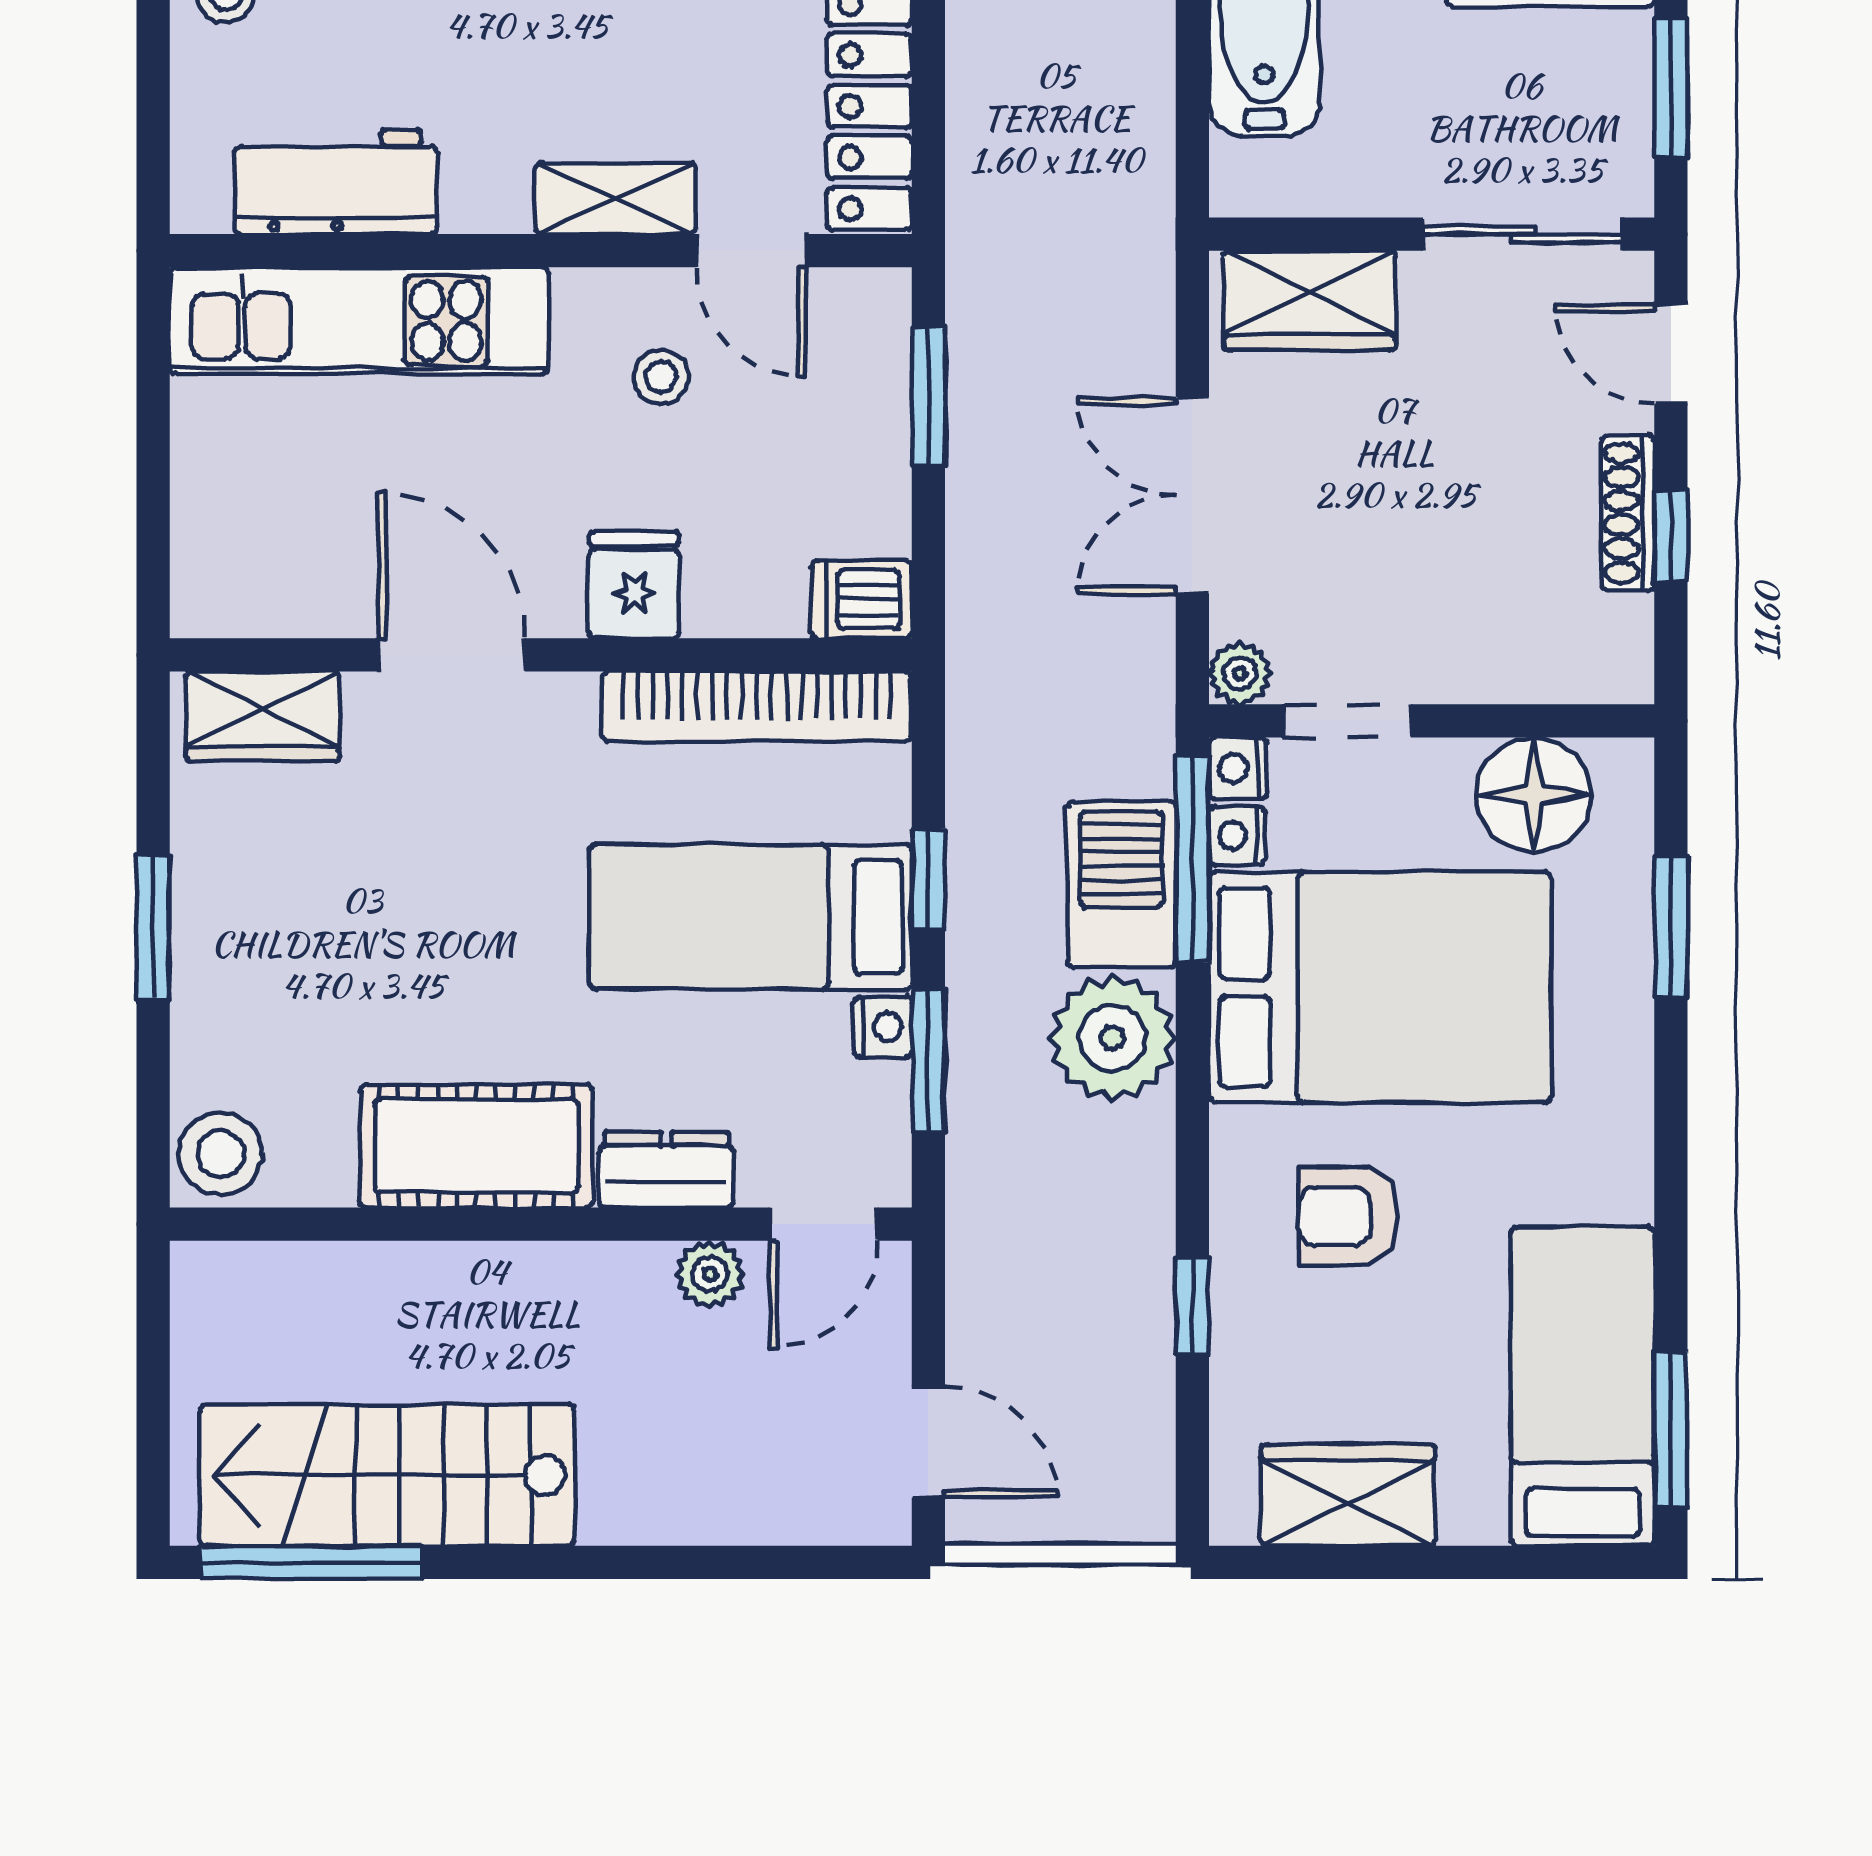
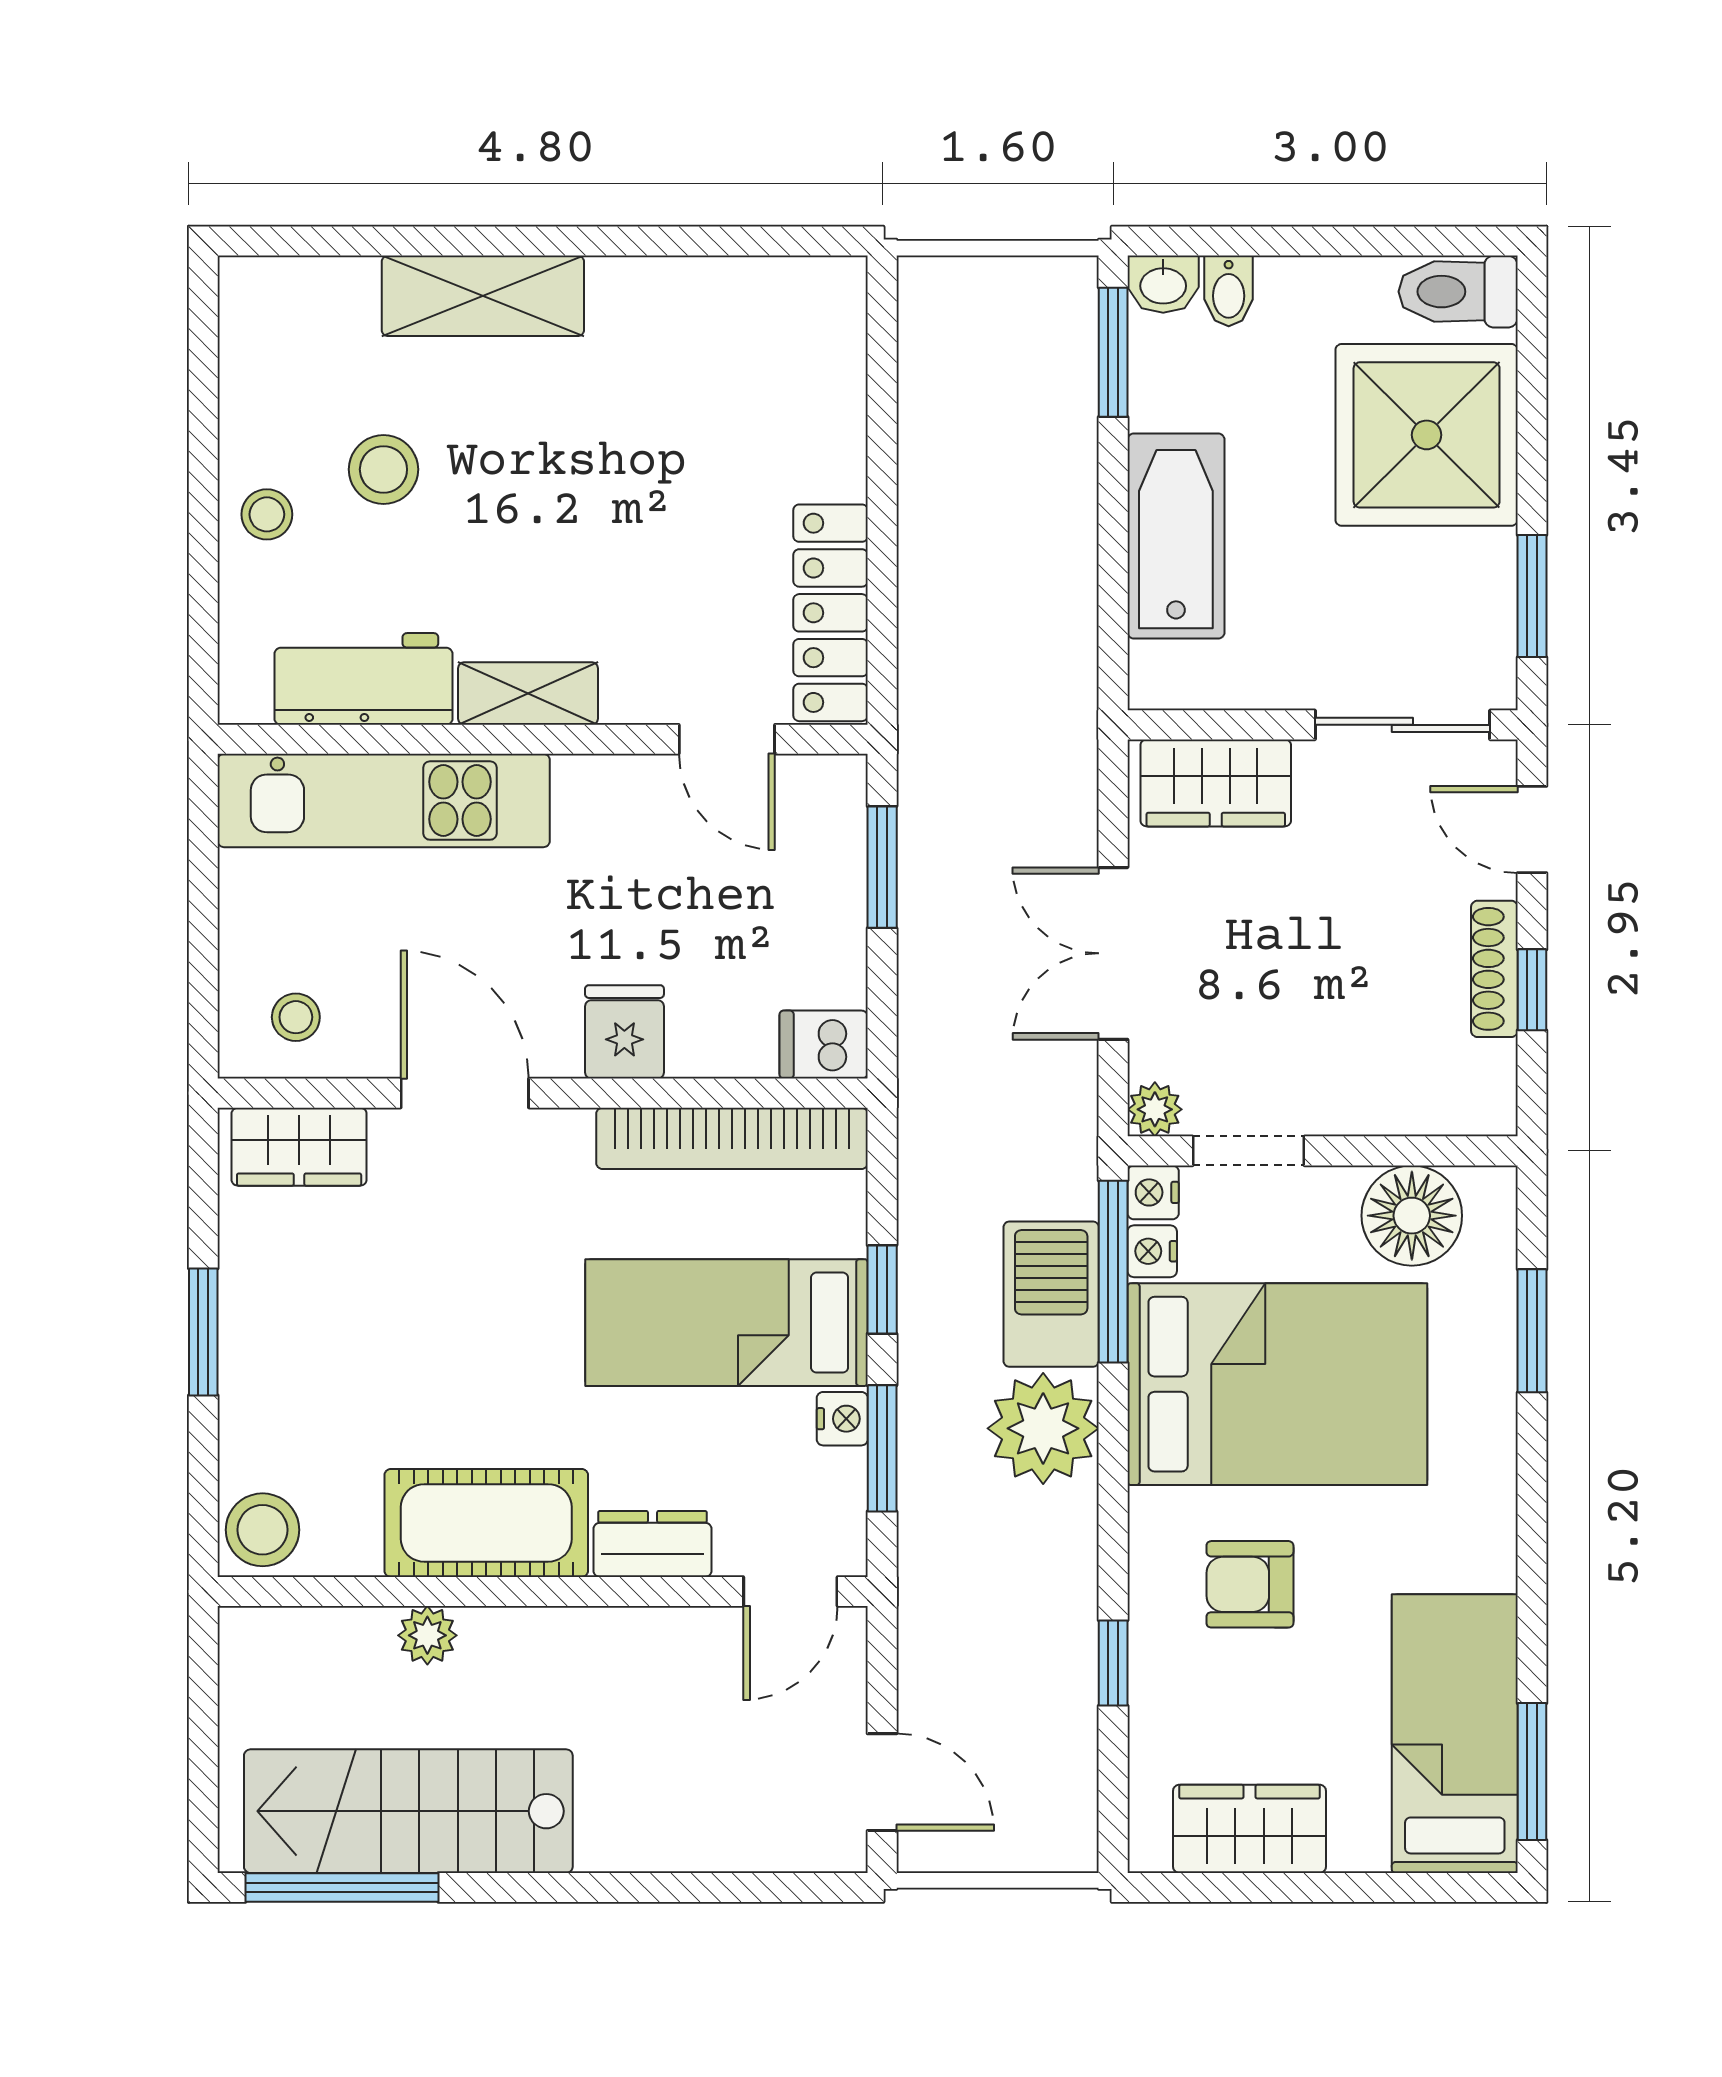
shelving: (616, 198) -> (528, 693), moved
stool: (661, 377) -> (296, 1017), moved
plant: (710, 1274) -> (427, 1635), moved

